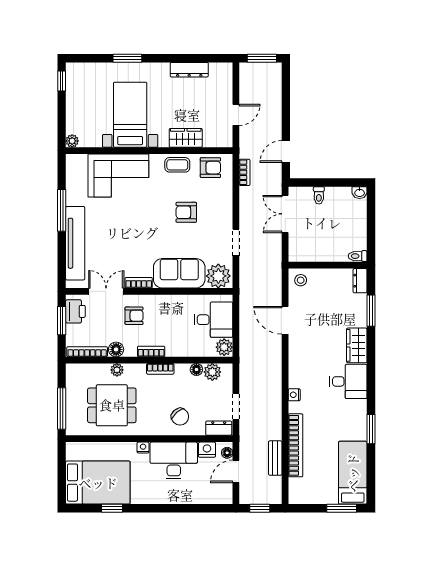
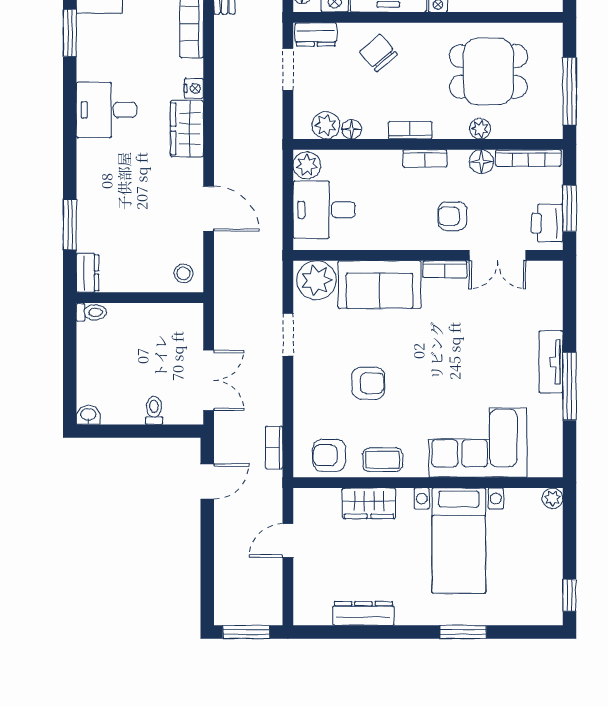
tv unit: (75, 243) -> (551, 362), width x0.52, depth x0.78
wardrobe: (357, 345) -> (187, 129), moved, turned 180
window: (62, 409) -> (569, 91), moved

